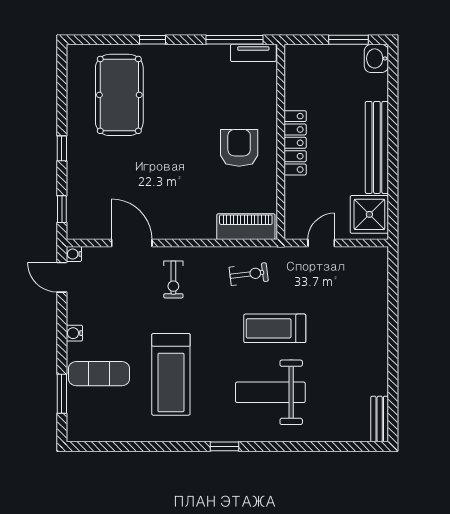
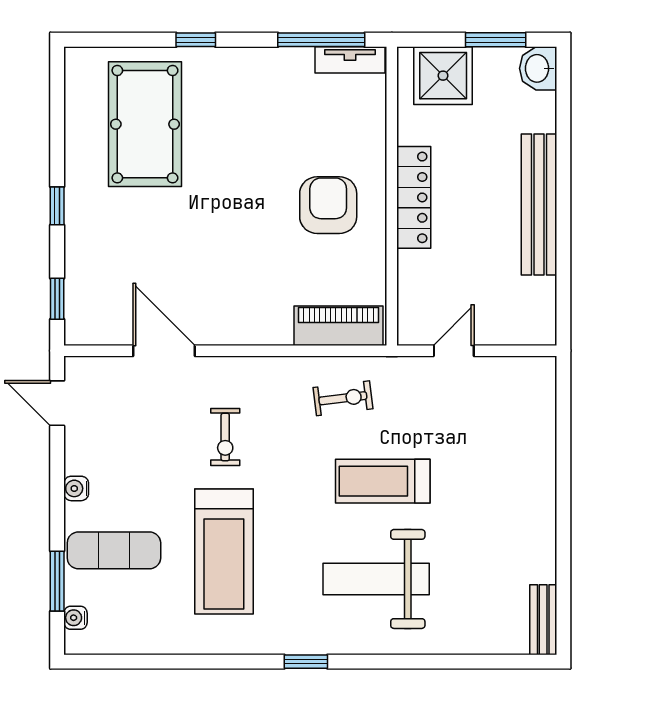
shower: (369, 214) -> (443, 76), moved
water cooler: (74, 254) -> (75, 618), moved
exercise bike: (173, 279) -> (225, 437), moved

